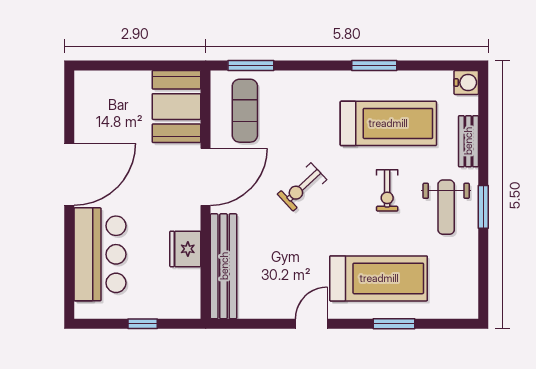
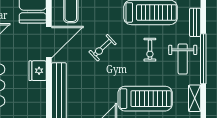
window: (483, 207) -> (203, 59), width x2.11
fridge: (185, 249) -> (38, 71), moved
shelving: (468, 278) -> (195, 98), added

